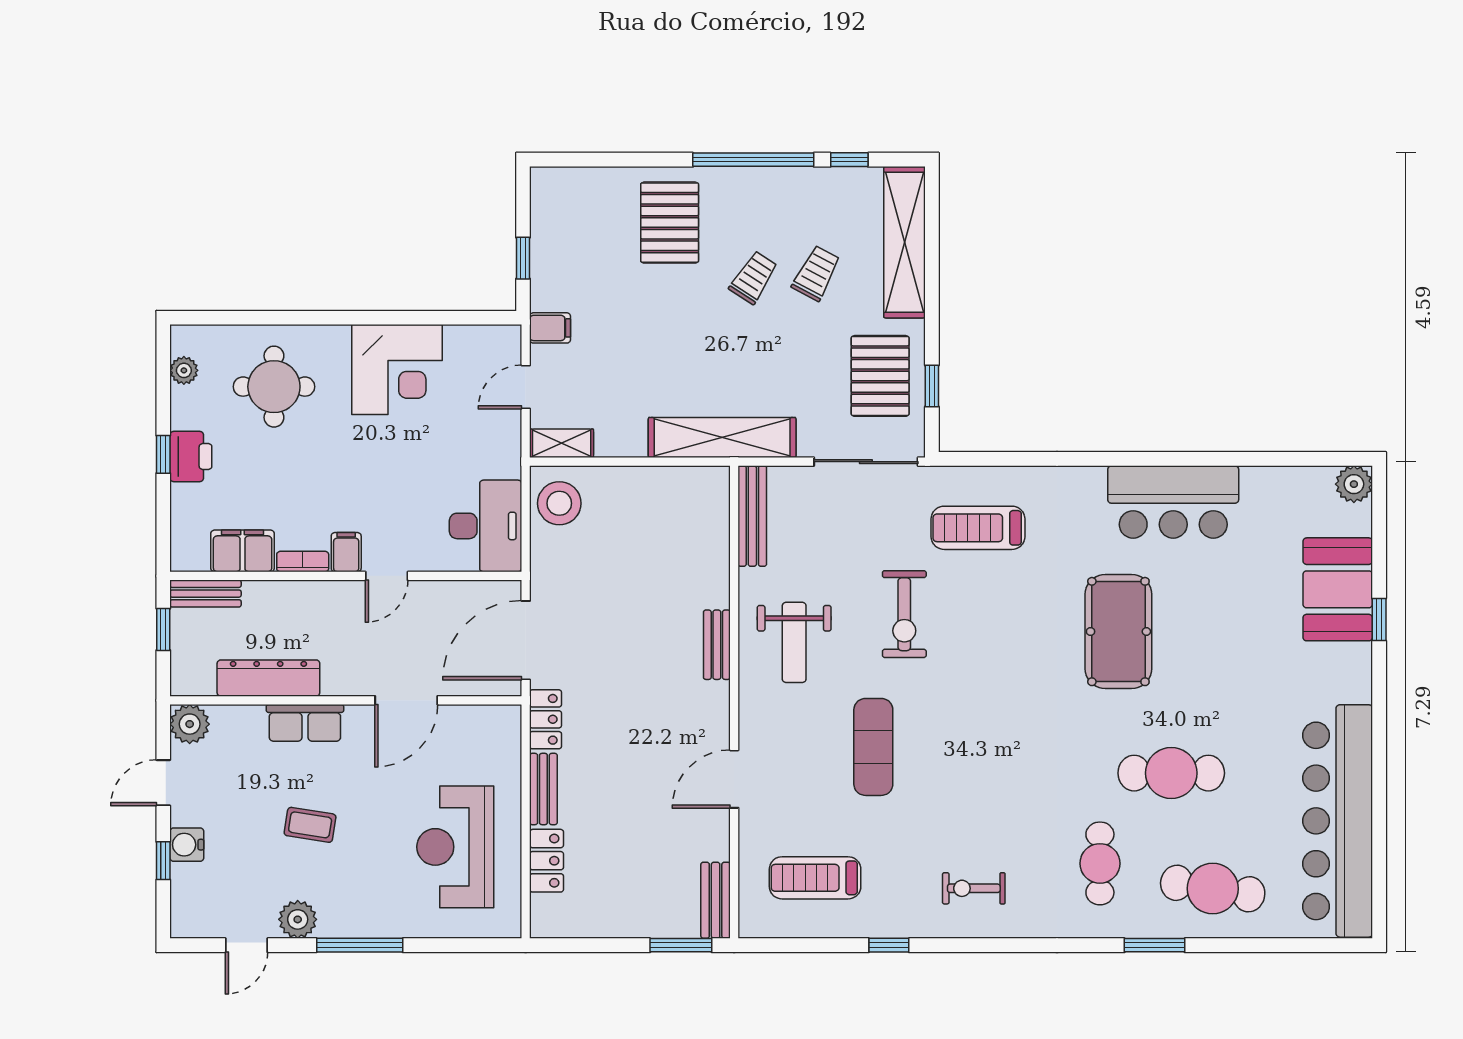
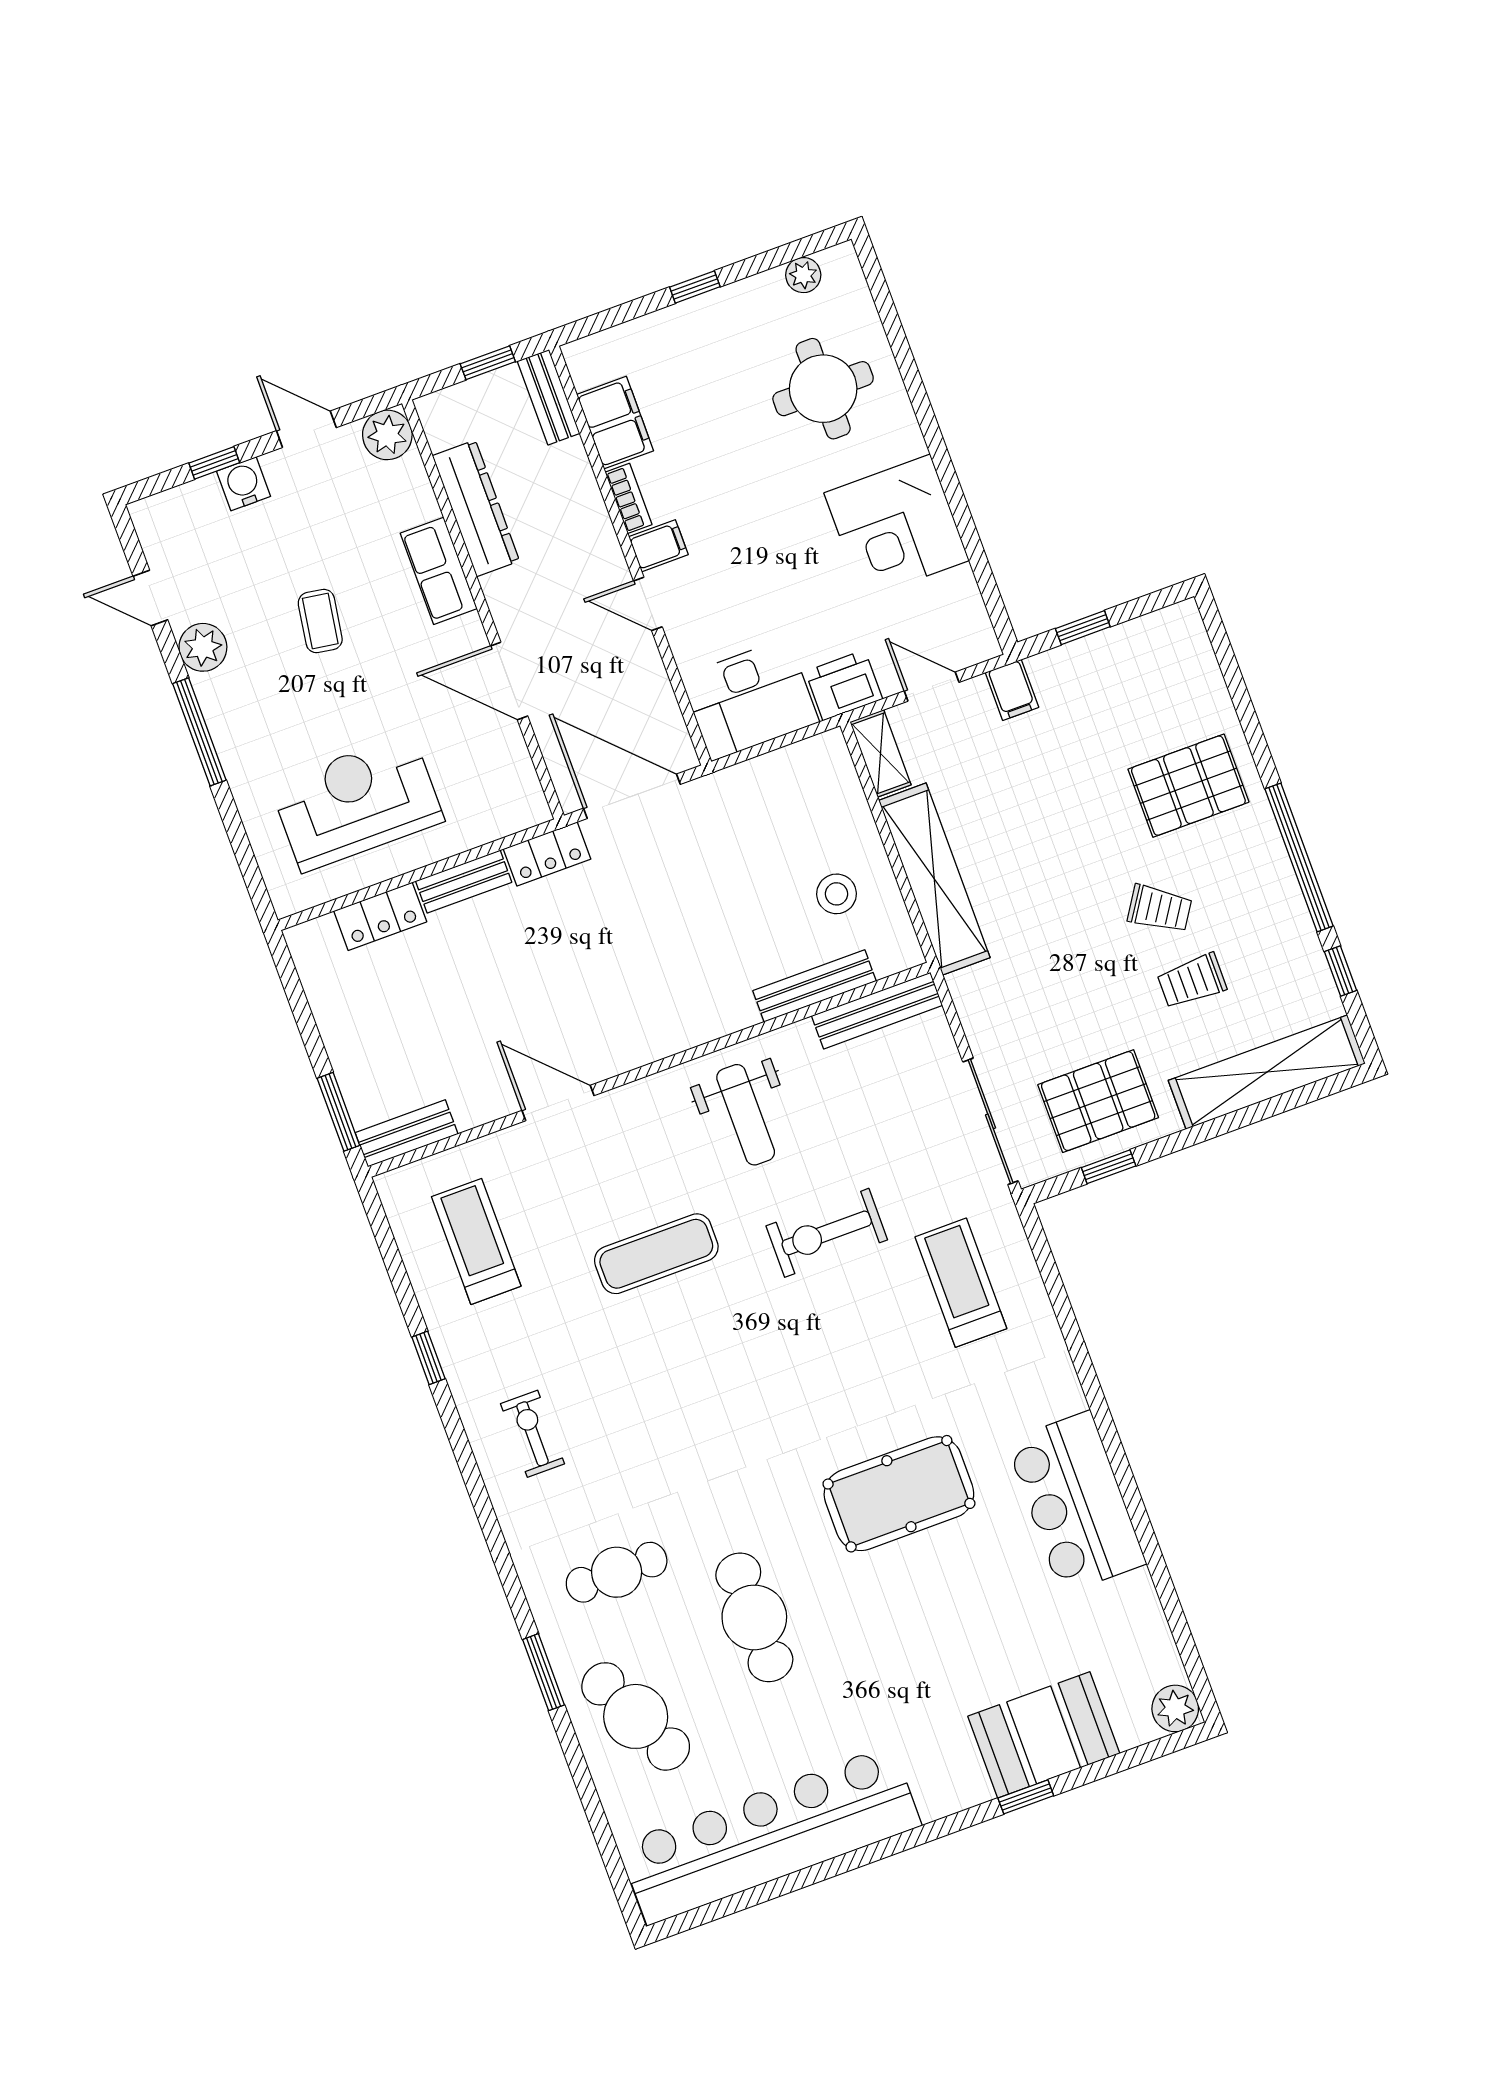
trolley: (816, 273) -> (1192, 981), turned 152
shelving: (722, 437) -> (934, 879), moved
printer: (191, 457) -> (844, 685), moved, turned 180
stool: (559, 503) -> (837, 894), moved, width x0.73, depth x0.73
weight bench: (794, 642) -> (746, 1115), turned -90
bench: (717, 645) -> (814, 986), moved, width x1.36
cafe table: (1213, 889) -> (636, 1716), turned -34

